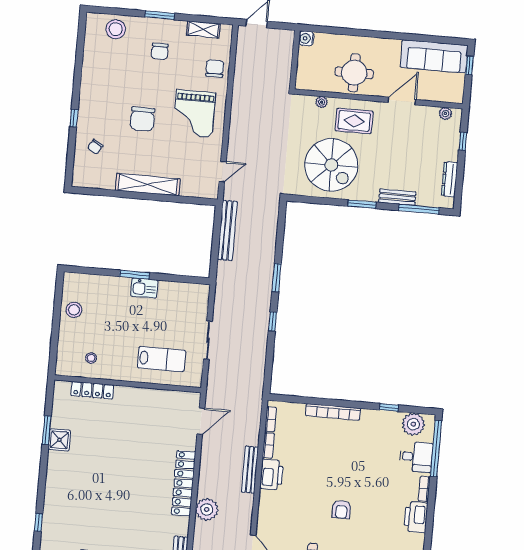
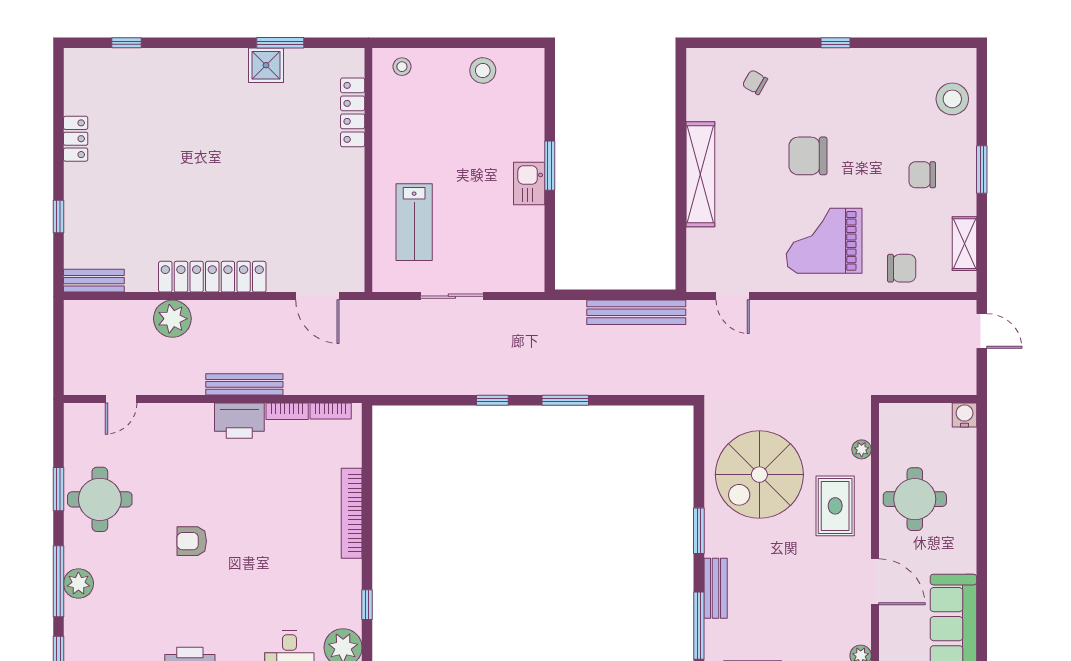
window: (74, 118) -> (835, 43), moved
stool: (91, 358) -> (402, 67), moved

